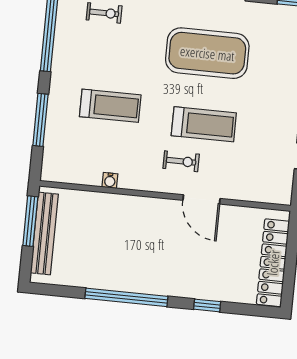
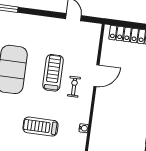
treadmill: (110, 106) -> (41, 127), turned -90

